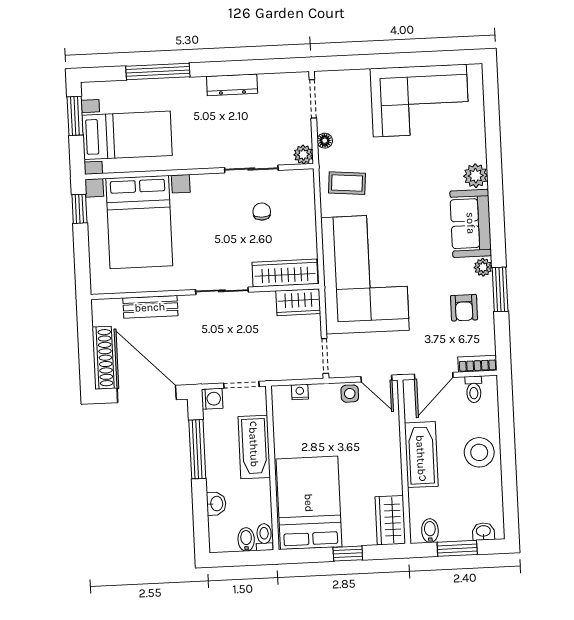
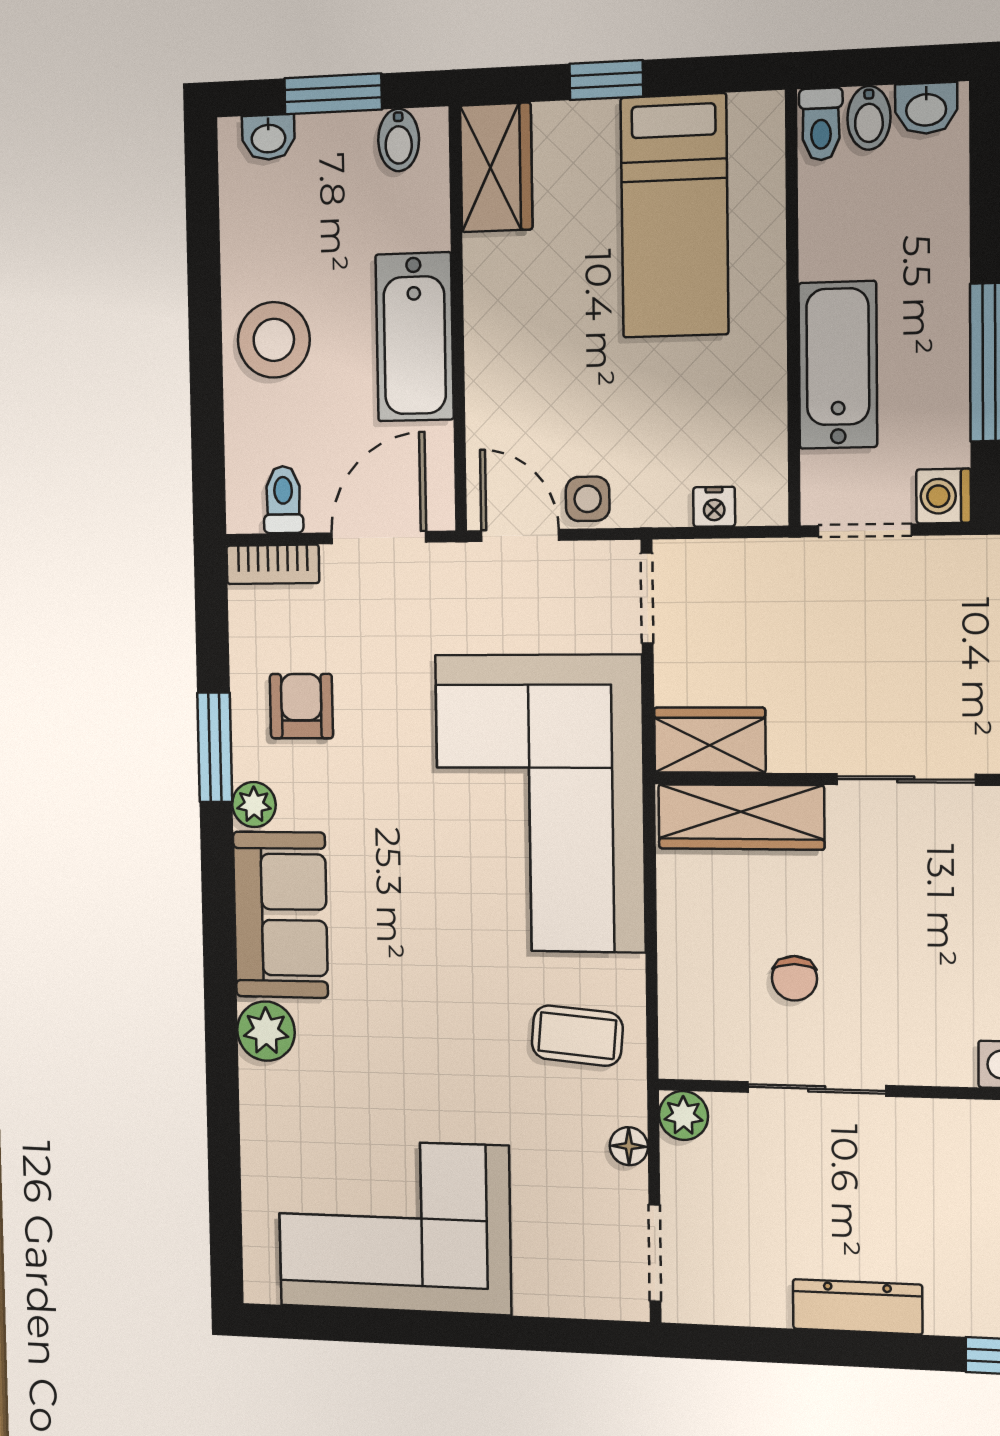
bed: (309, 503) -> (675, 216), width x0.67
washbasin: (216, 504) -> (926, 108), moved, turned -90

